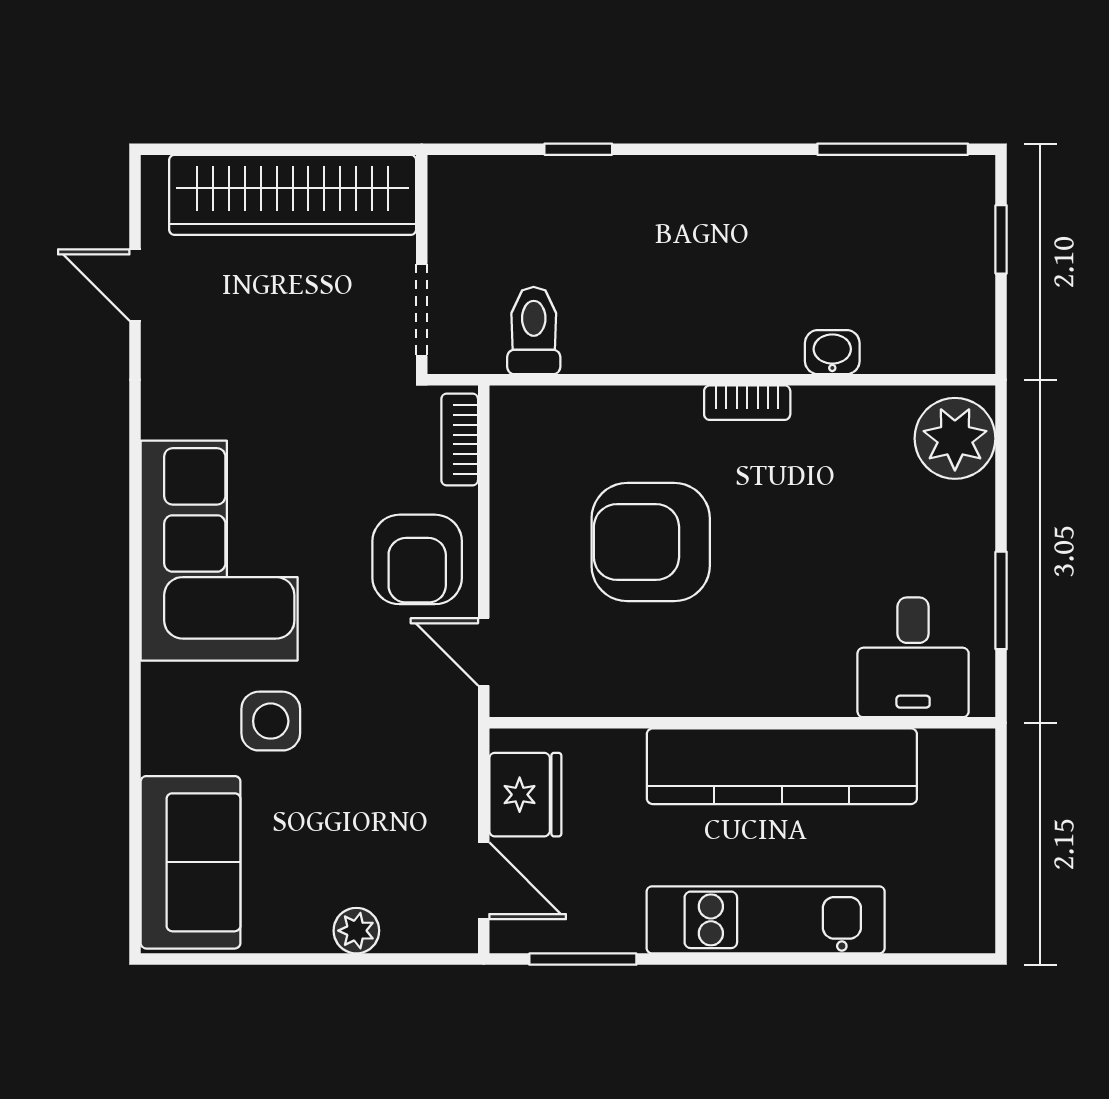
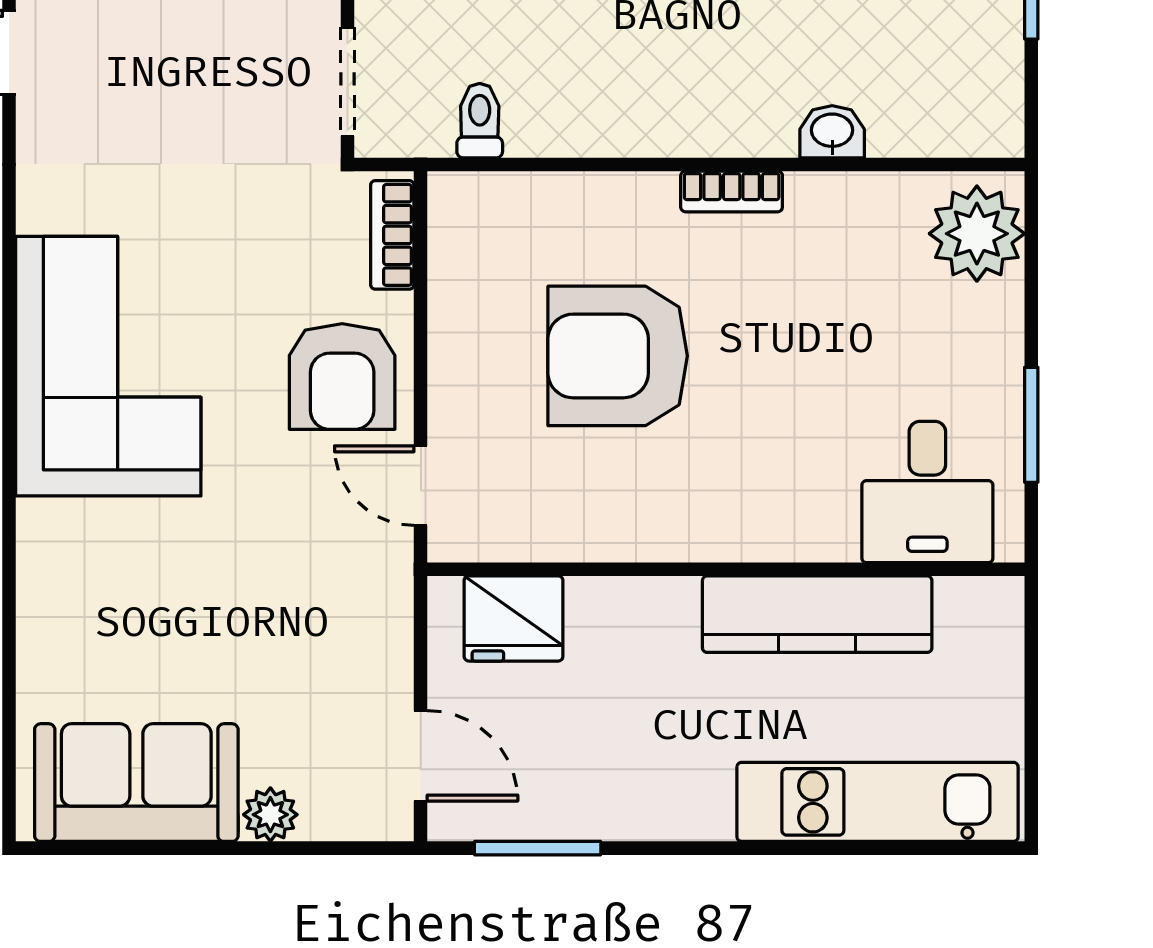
toilet: (534, 331) -> (480, 121), width x0.73, depth x0.72
side table: (271, 721) -> (169, 567), removed
kitchen counter: (782, 766) -> (817, 614), width x0.72, depth x0.86
fridge: (525, 795) -> (514, 618), moved, turned 90
sofa: (191, 862) -> (136, 783), moved, turned -90
kitchen unit: (766, 920) -> (878, 802), moved

